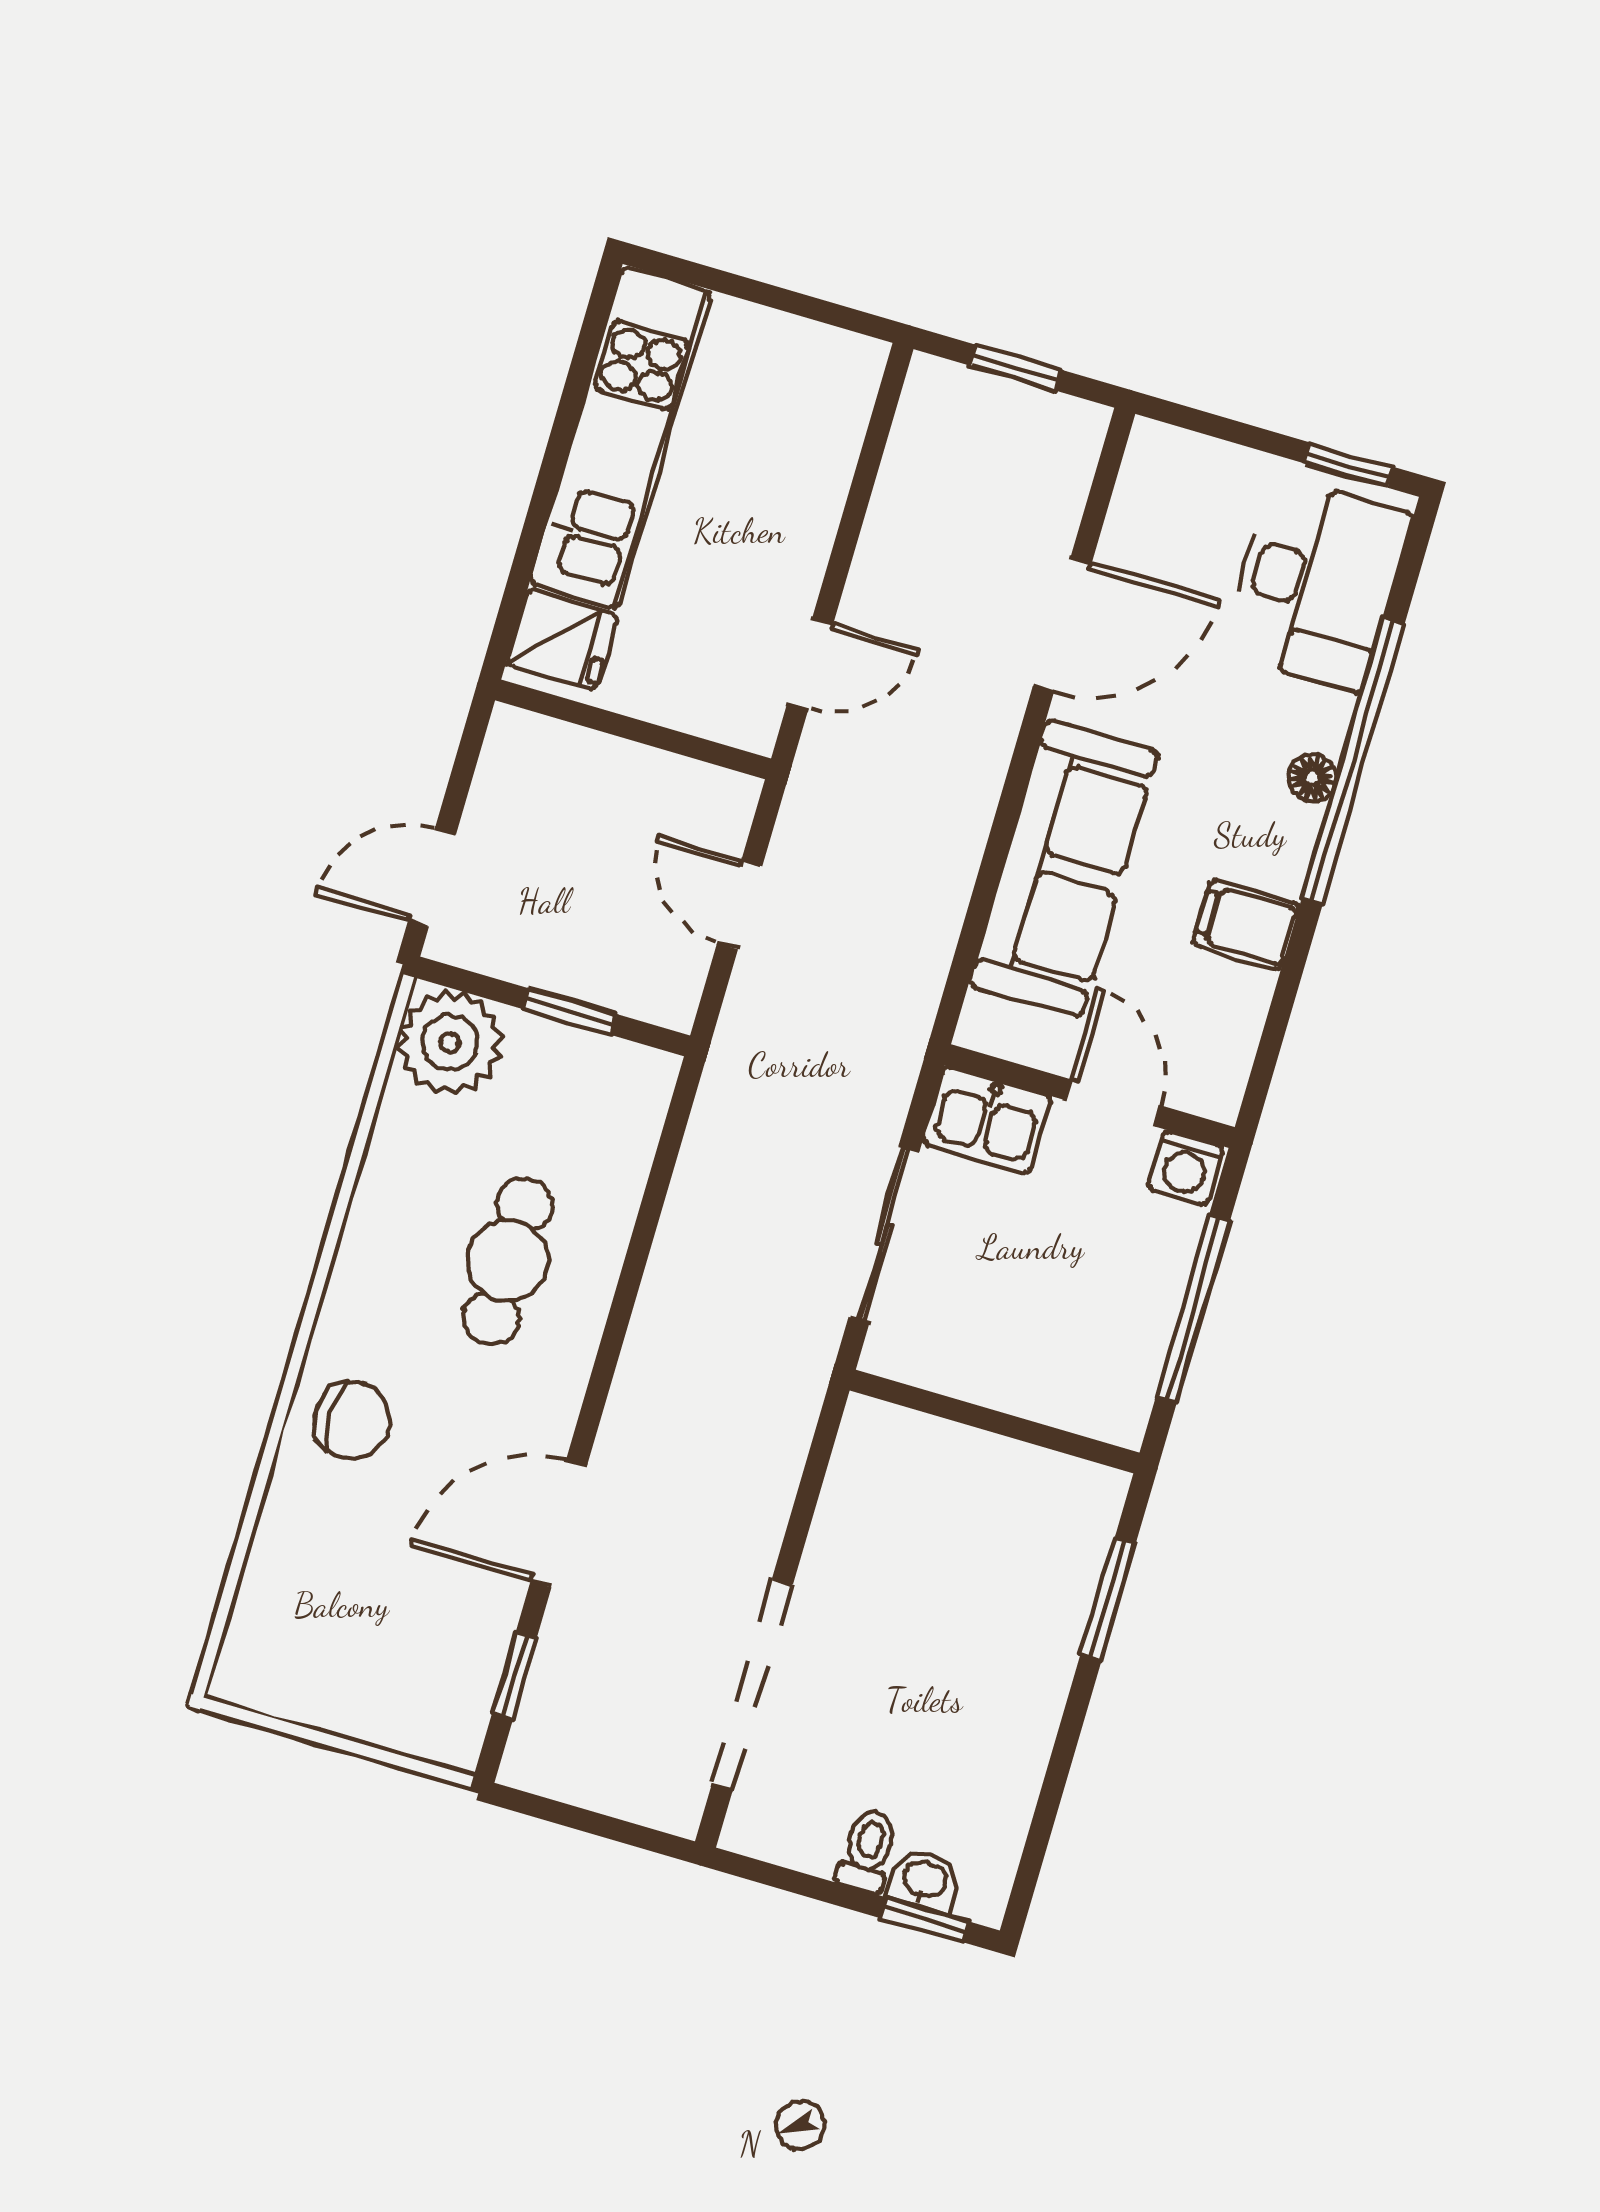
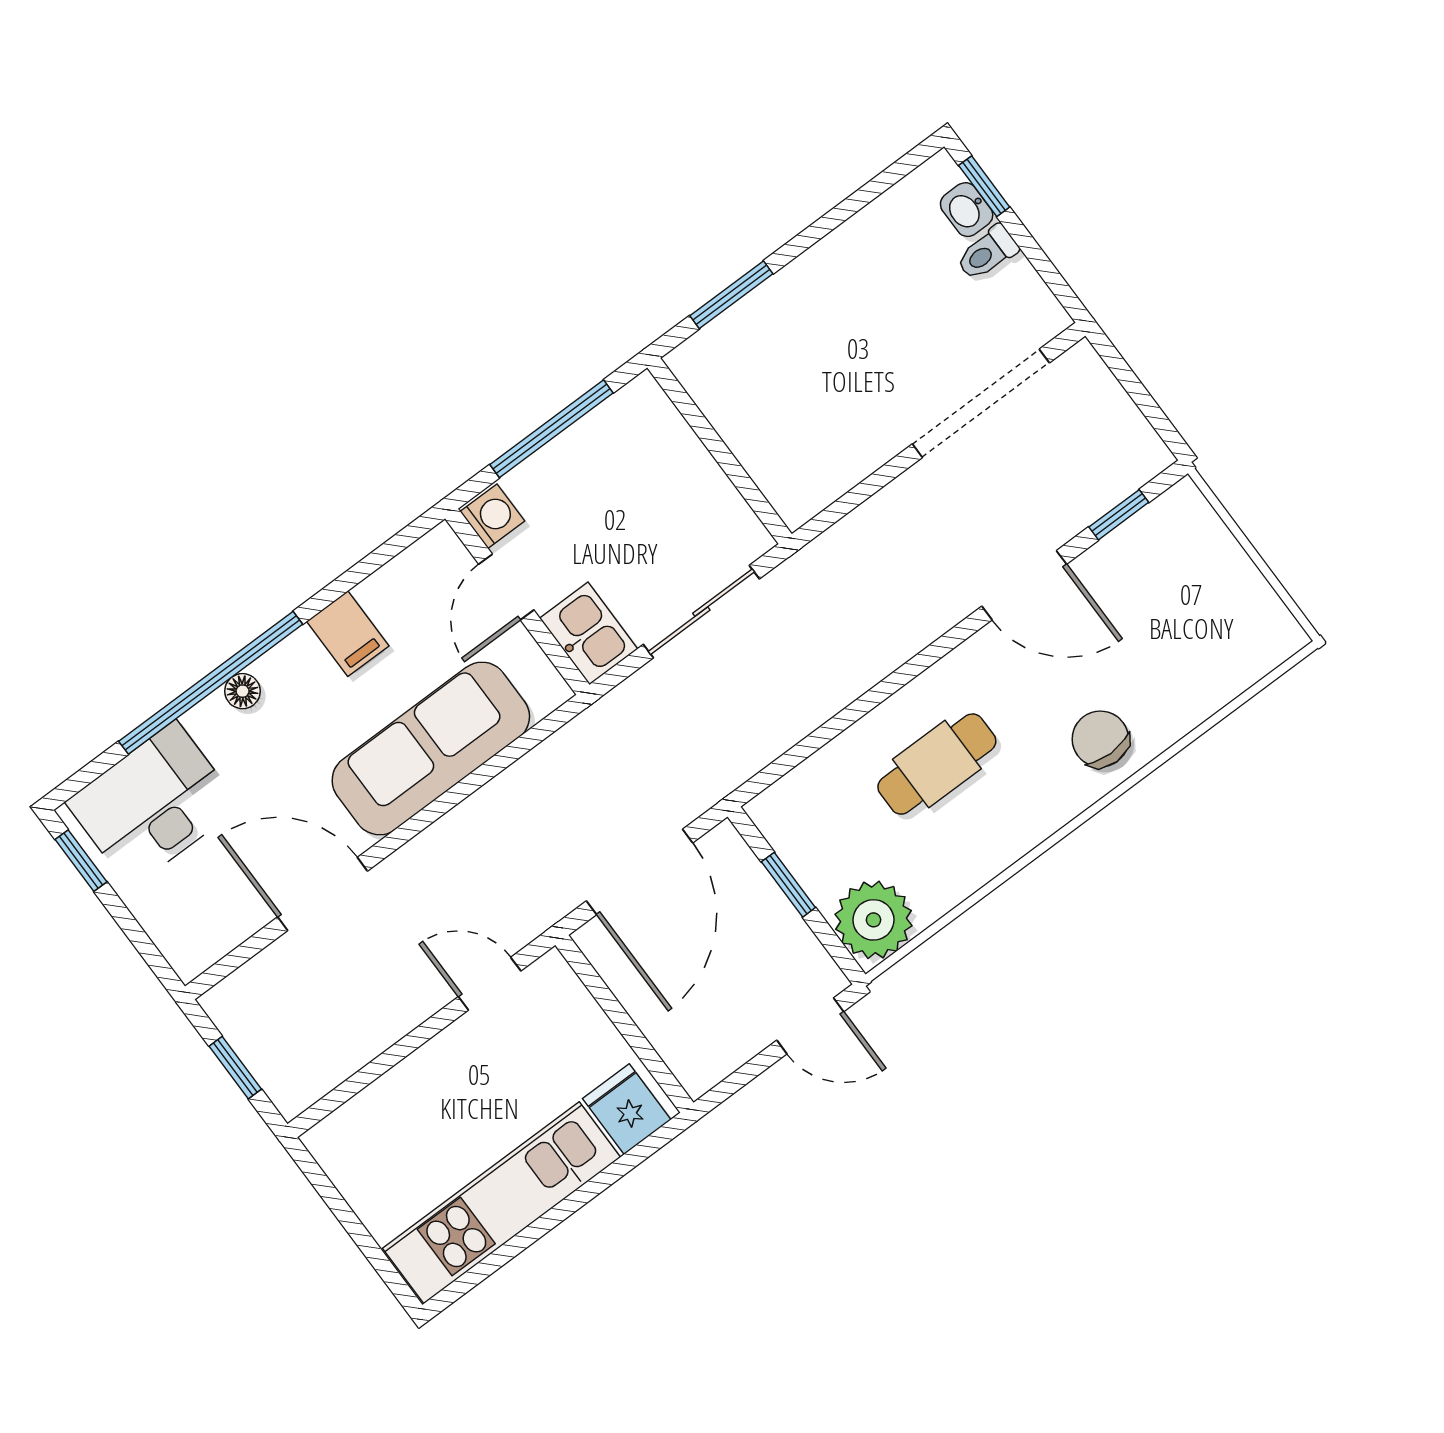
door: (740, 905) -> (640, 872), width x1.88

